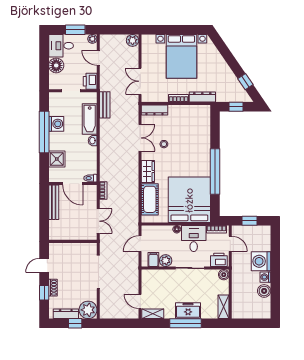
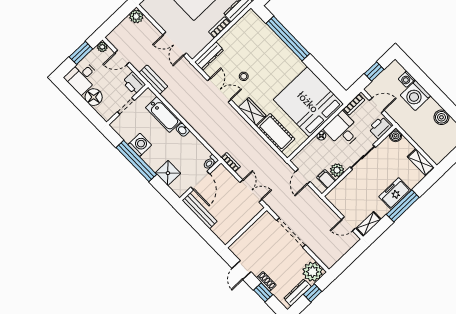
bench: (105, 105) -> (153, 79), moved
window: (215, 172) -> (288, 38), moved
door: (73, 183) -> (200, 180), hinge flipped
washing machine: (265, 277) -> (407, 79), moved

